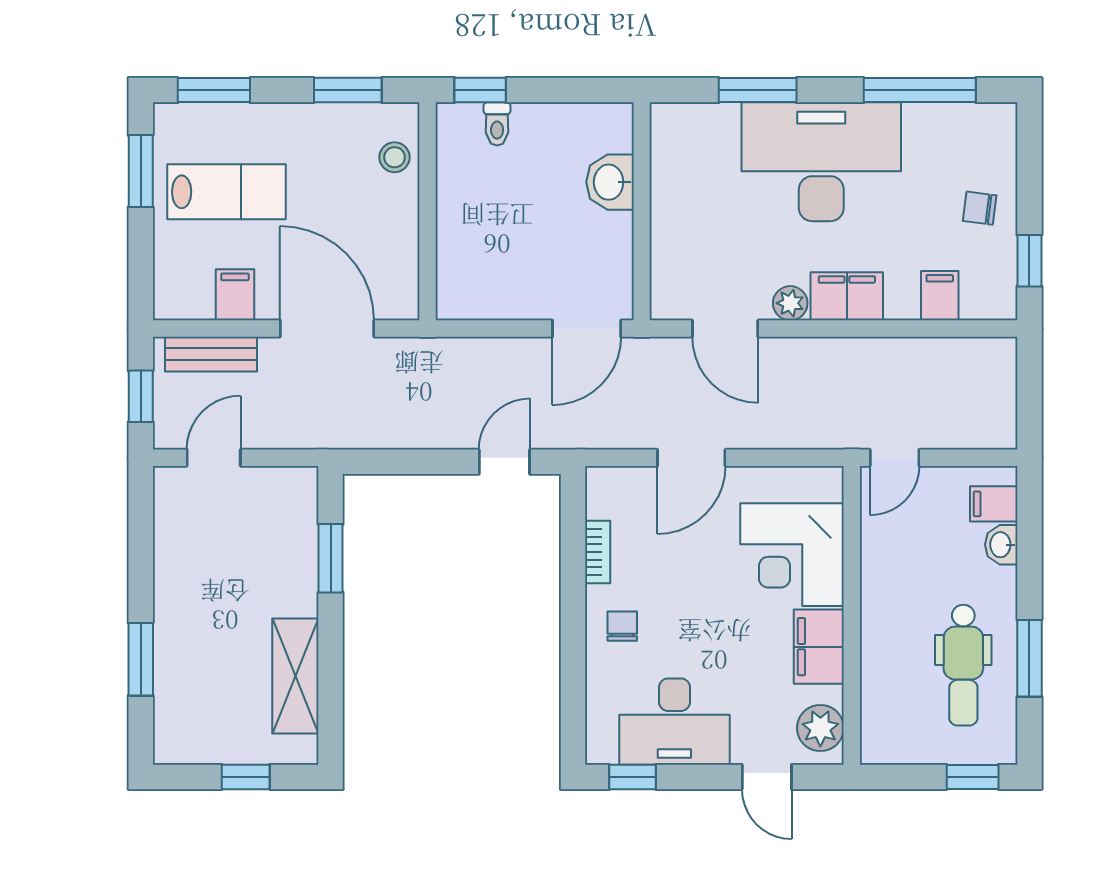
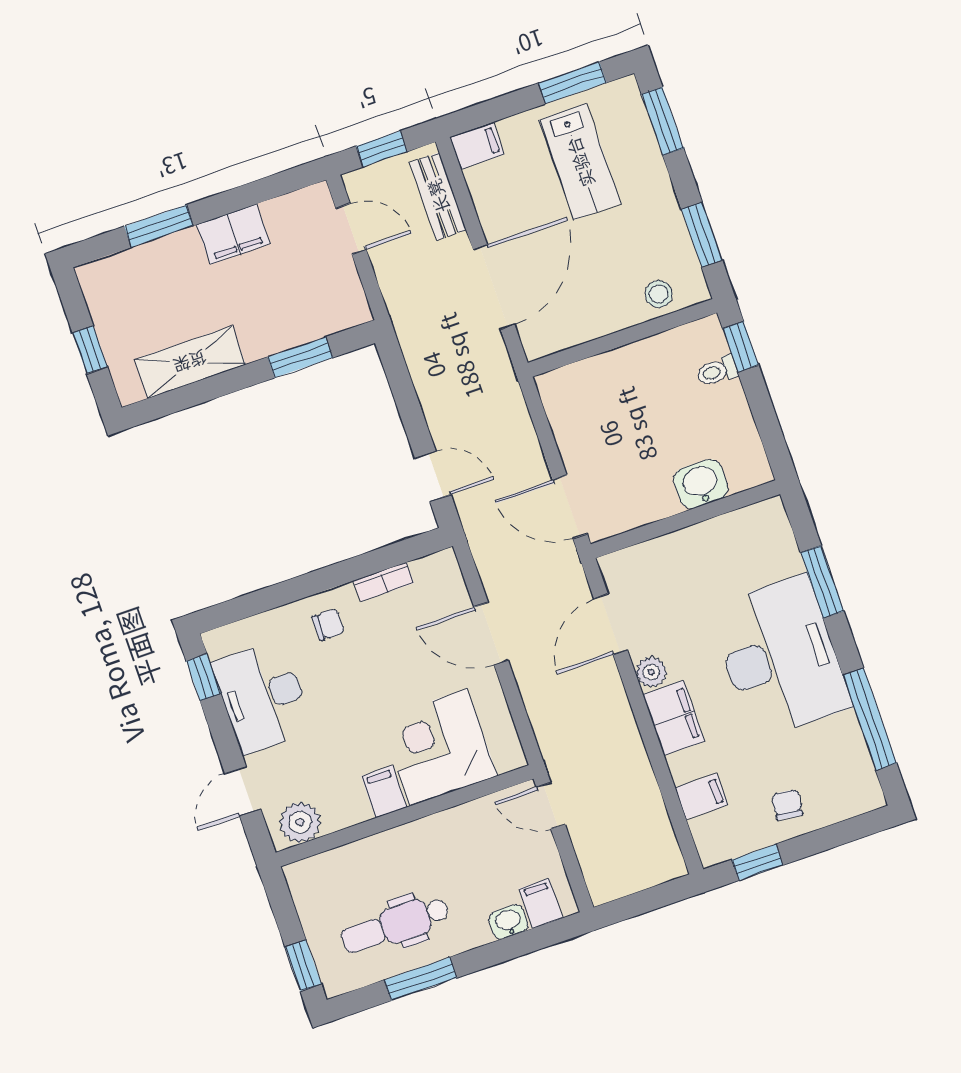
filing cabinet: (235, 295) -> (477, 146), moved
filing cabinet: (176, 584) -> (233, 234), added
filing cabinet: (819, 647) -> (384, 792), width x0.50

